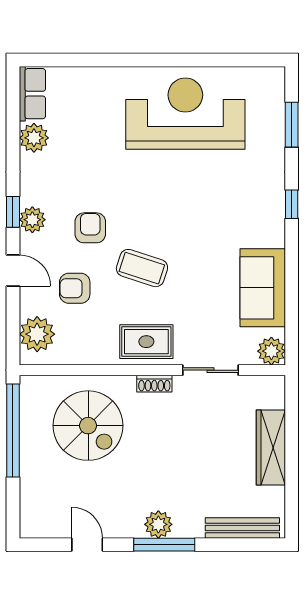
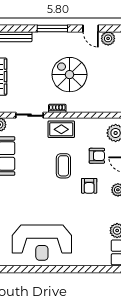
coffee table: (142, 268) -> (63, 166), turned 72
spiral stairs: (88, 426) -> (69, 75), moved
plant: (158, 524) -> (108, 38), moved

